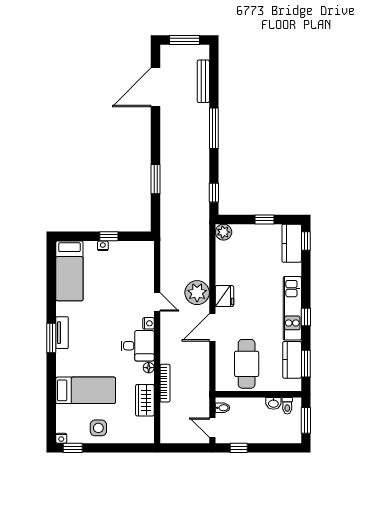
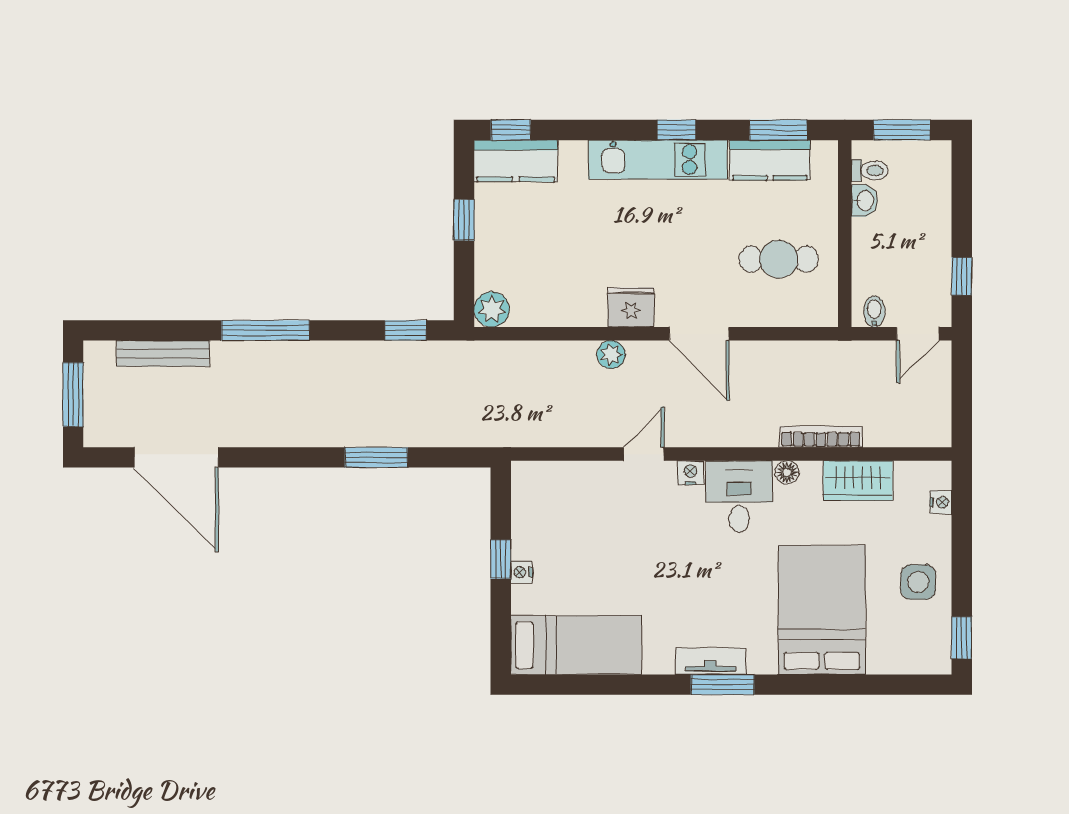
plant: (197, 293) -> (611, 355), width x0.53, depth x0.53
cafe table: (247, 364) -> (779, 259), width x0.73, depth x0.74
bed: (86, 390) -> (822, 610), width x1.50
nightstand: (61, 438) -> (941, 502), moved

